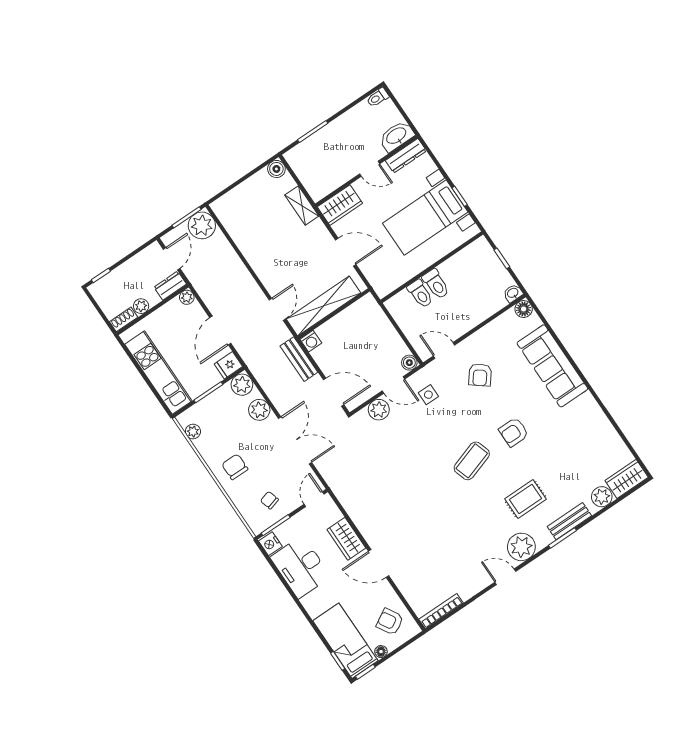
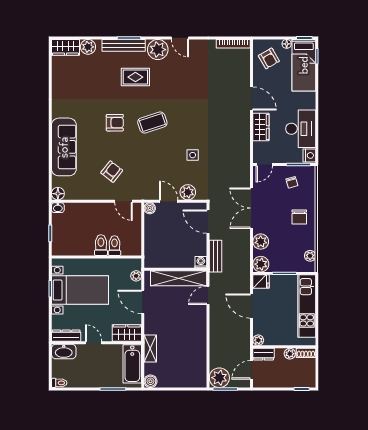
bathtub: (310, 174) -> (132, 364), added
plant: (373, 276) -> (136, 276), added
door: (220, 330) -> (252, 306), swing flipped
side table: (428, 395) -> (193, 155), moved
bench: (569, 521) -> (124, 45), width x1.36

